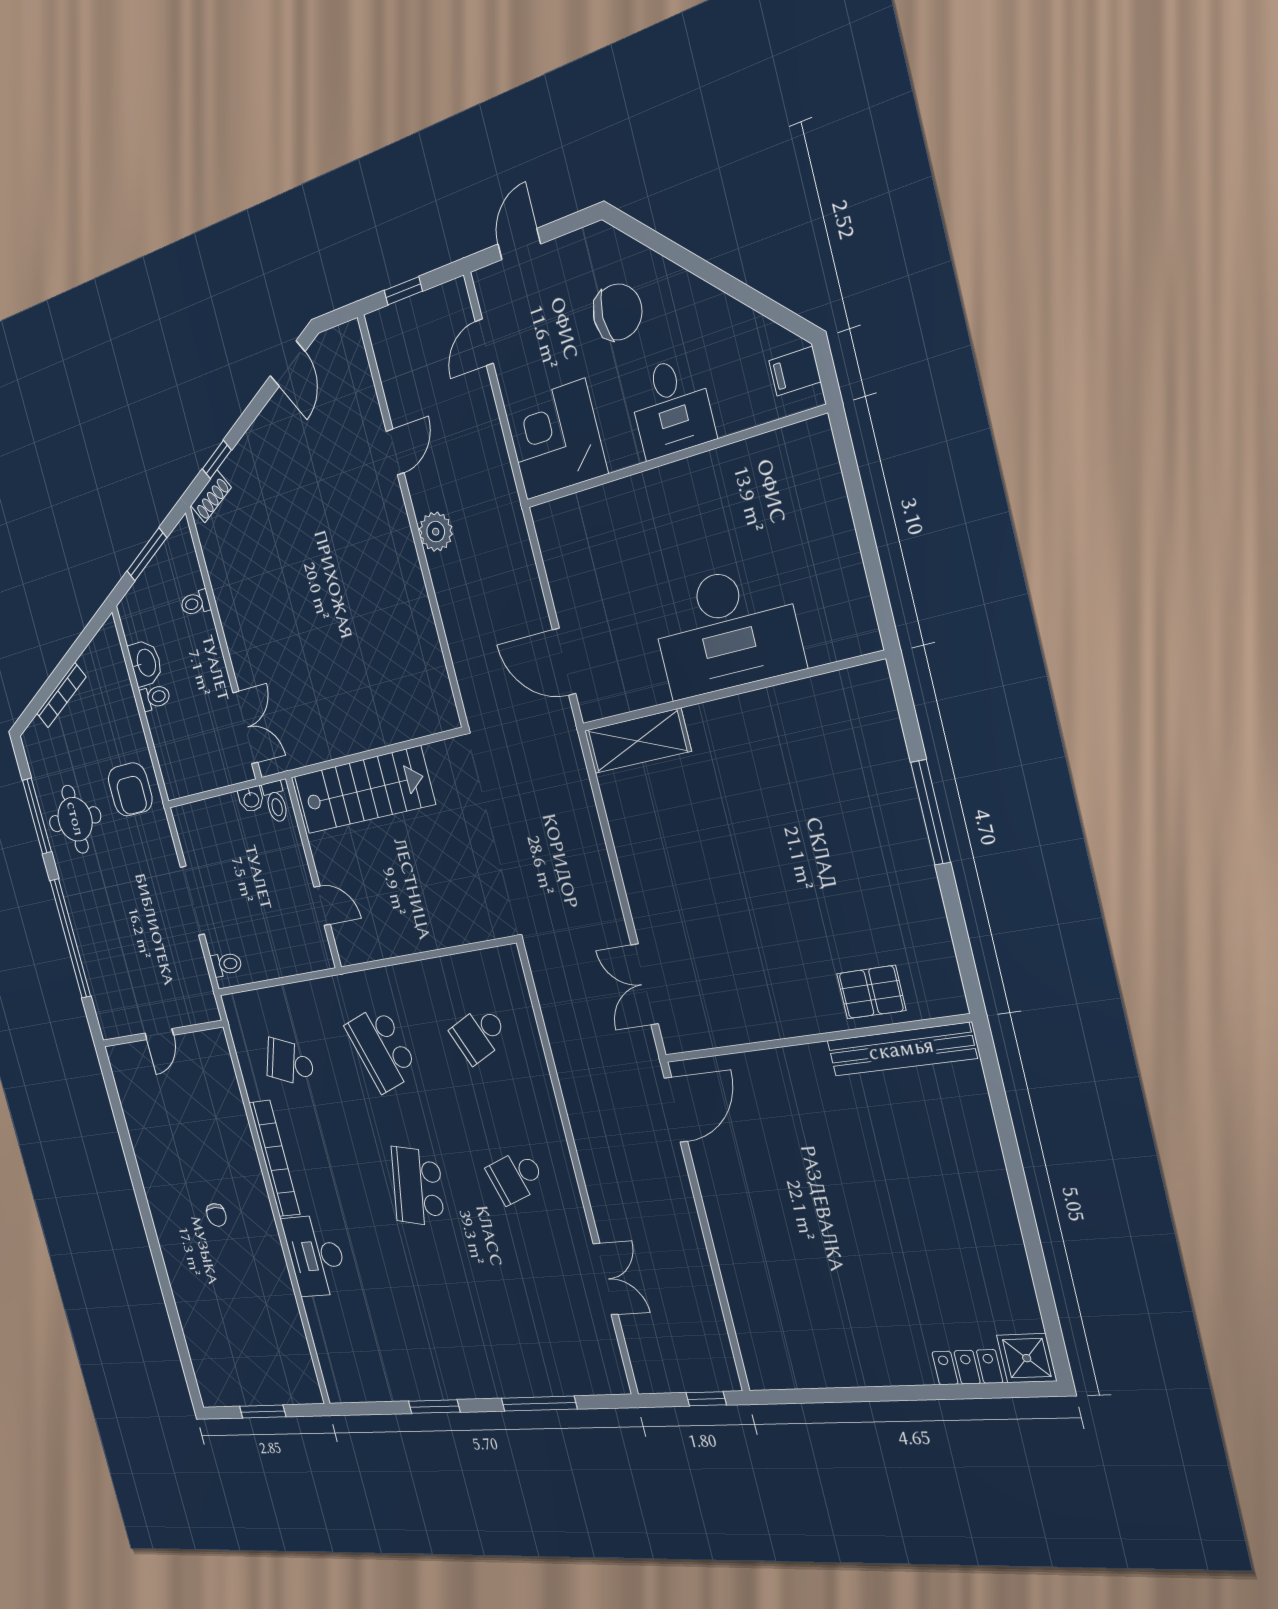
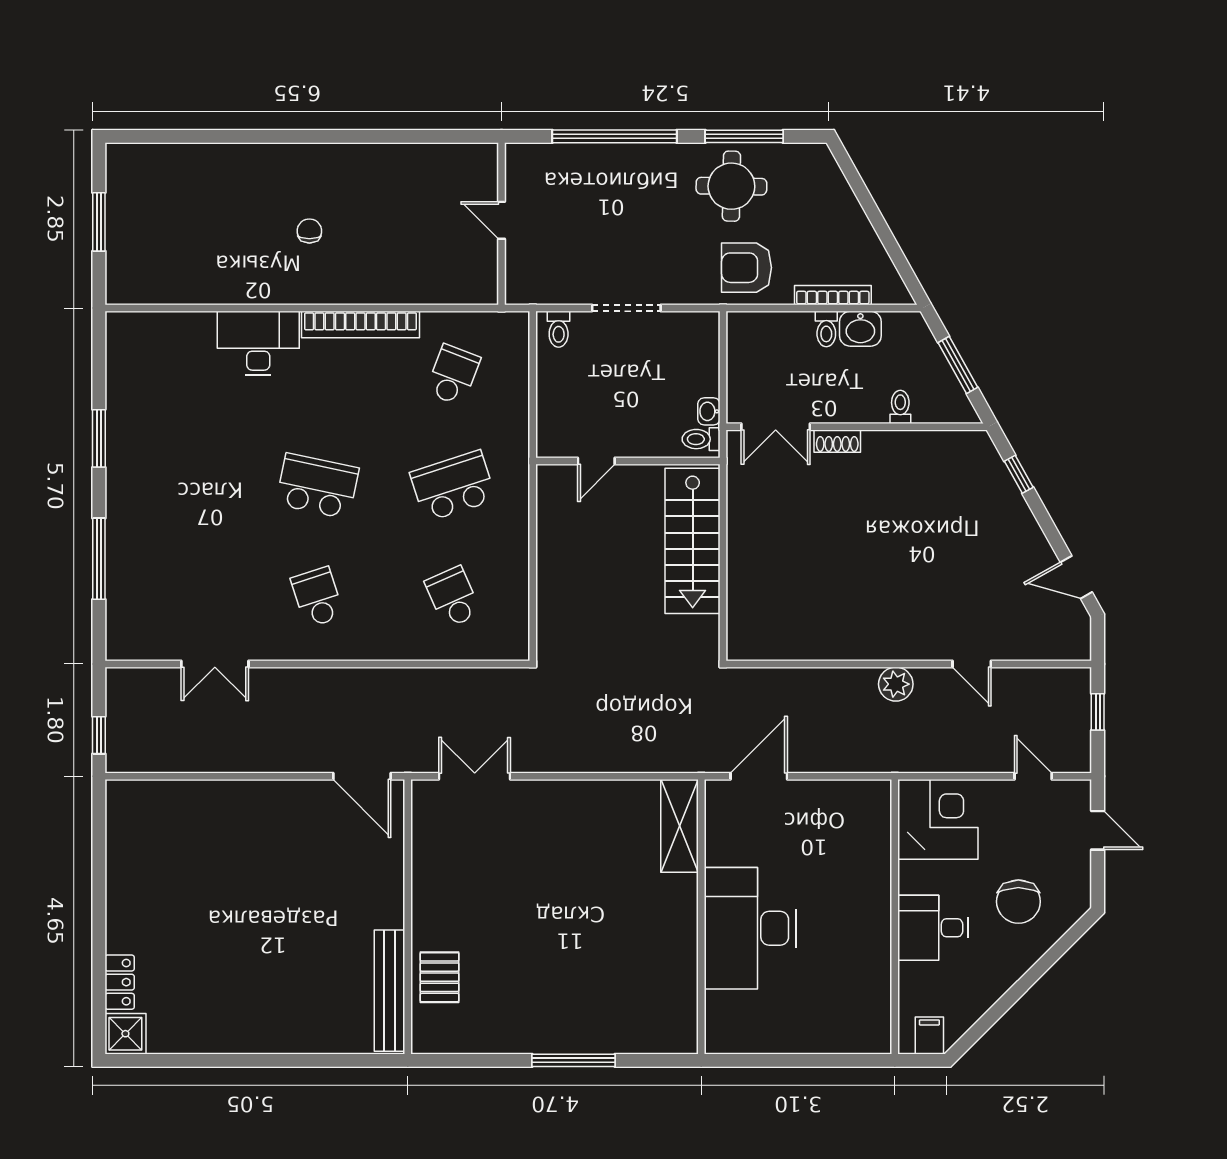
shoe rack: (211, 496) -> (837, 441), moved, turned -61
bookcase: (61, 695) -> (833, 295), moved, turned 119
chair: (216, 1215) -> (309, 231), turned 90

